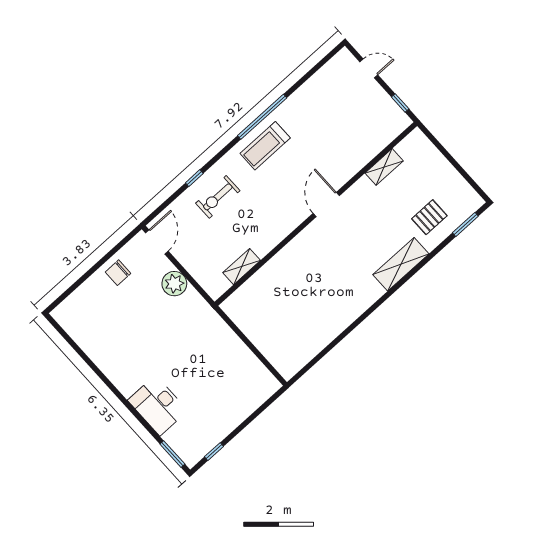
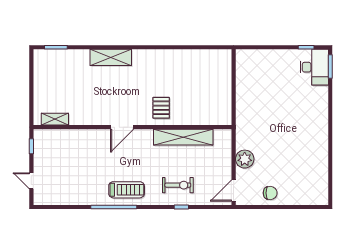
shelving: (384, 167) -> (55, 119), moved
pallet: (429, 217) -> (161, 108), moved, turned 90
shelving: (242, 267) -> (183, 137), width x2.20, depth x1.33
desk: (158, 405) -> (314, 67), moved

